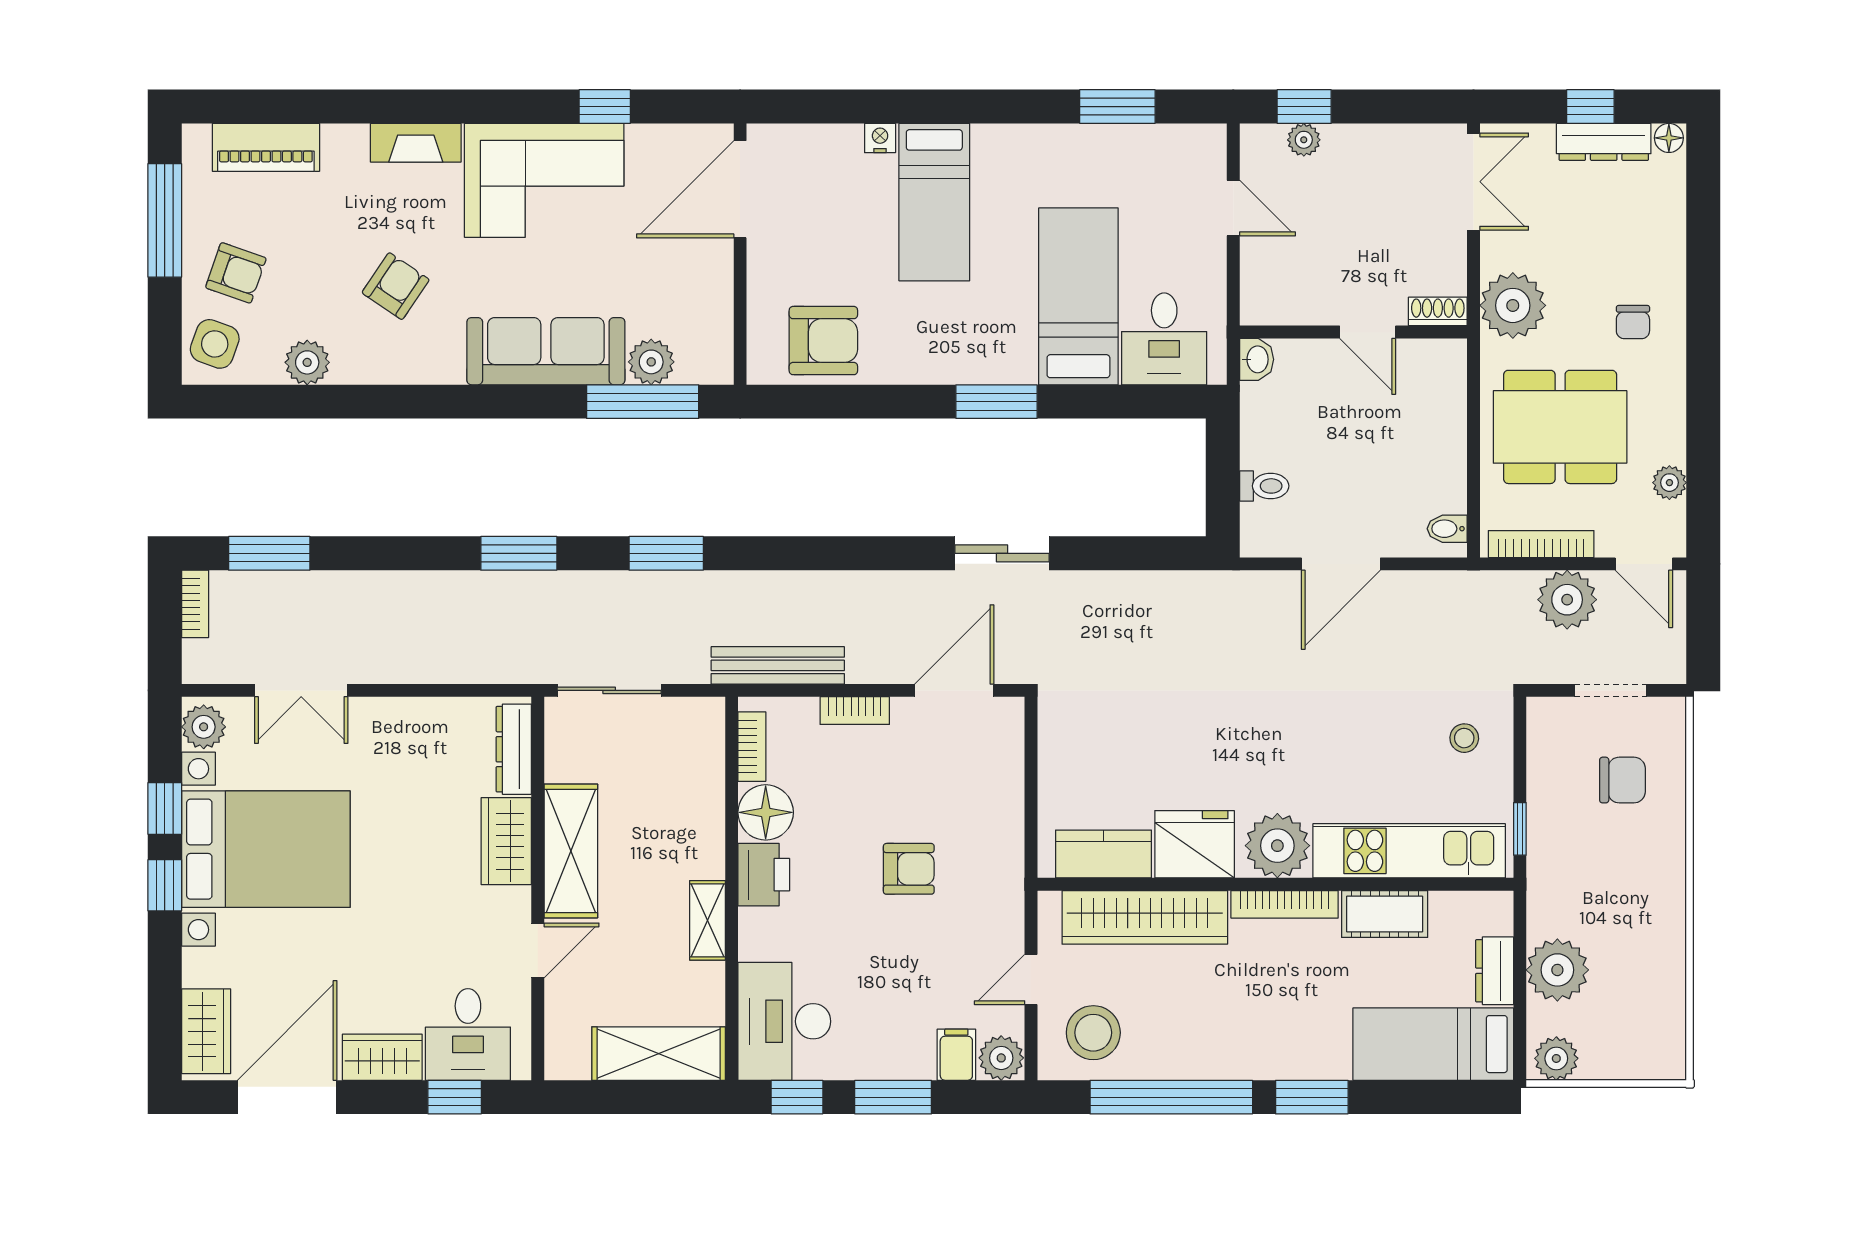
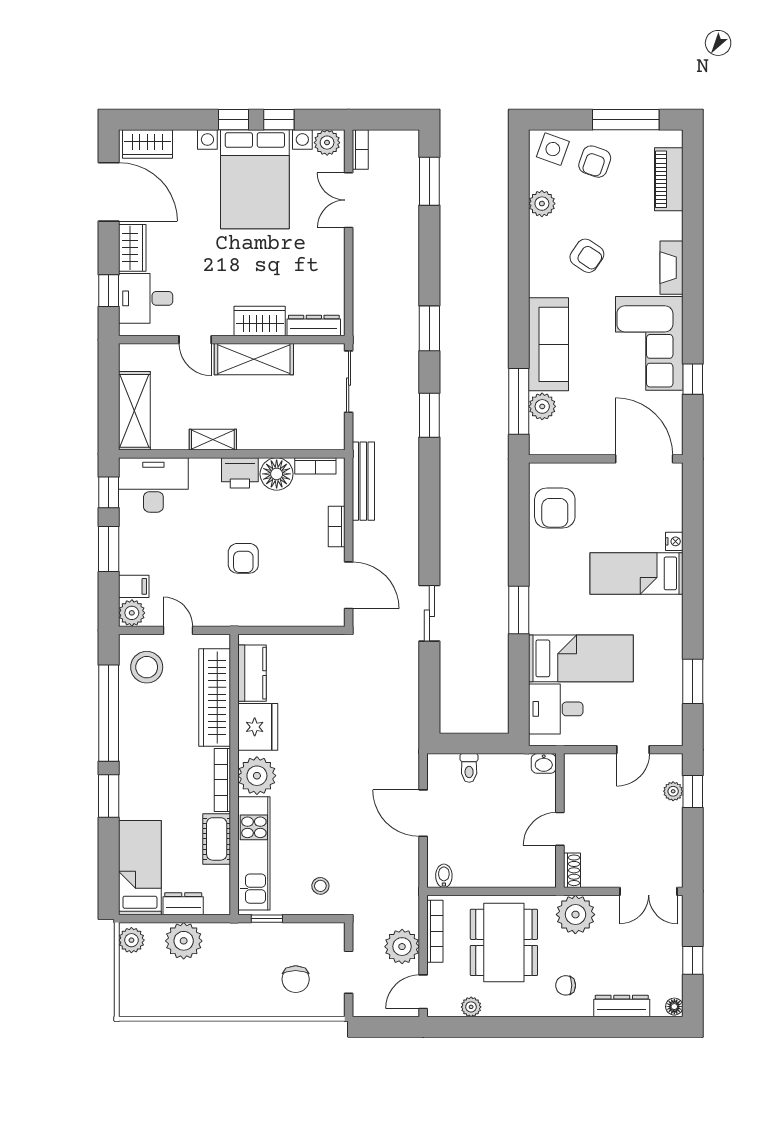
dresser: (1604, 142) -> (622, 1006), moved, turned 90
bookcase: (195, 604) -> (360, 149), moved, turned -90

